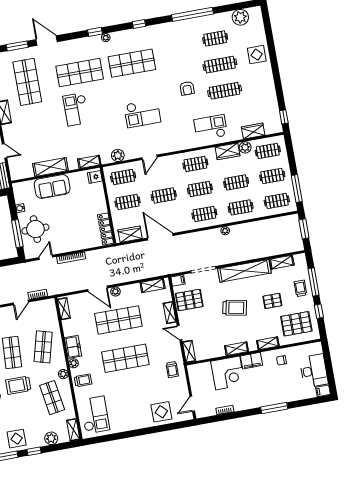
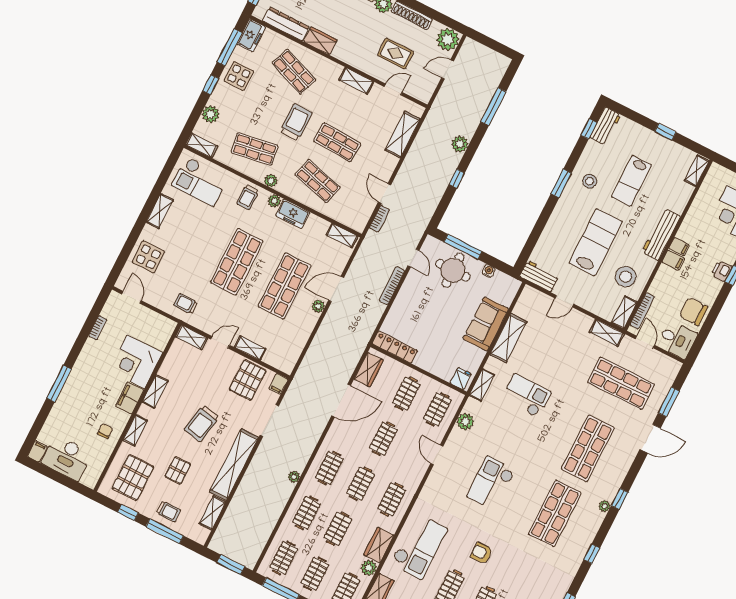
checkout: (76, 109) -> (526, 396), moved
checkout: (211, 128) -> (419, 546), width x1.36, depth x1.21
shelving: (153, 286) -> (160, 211), moved

